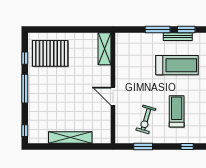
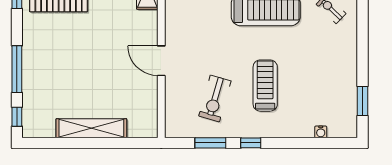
window: (25, 89) -> (17, 69), moved
window: (187, 147) -> (251, 143), moved

